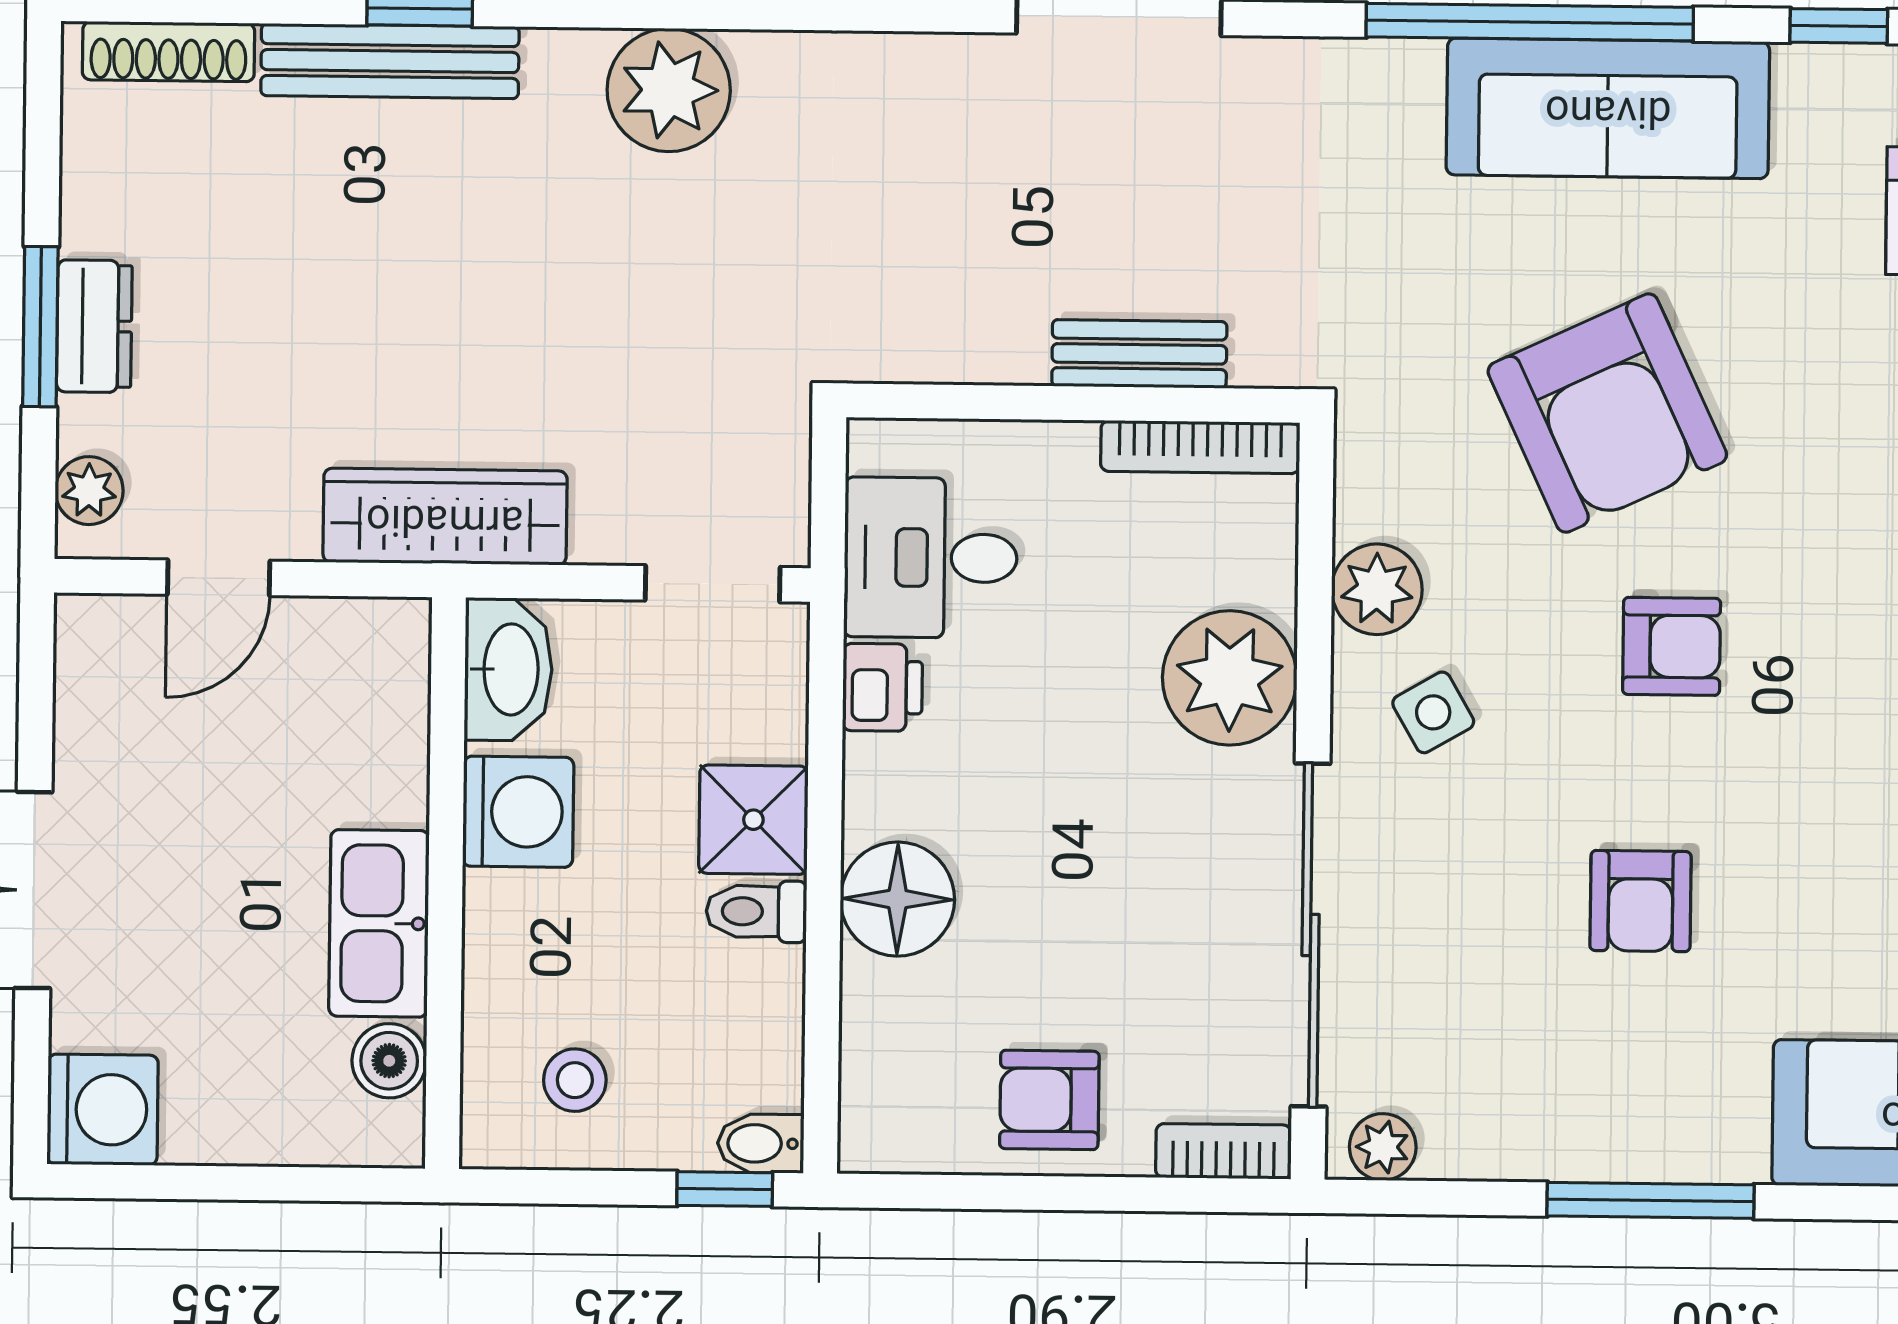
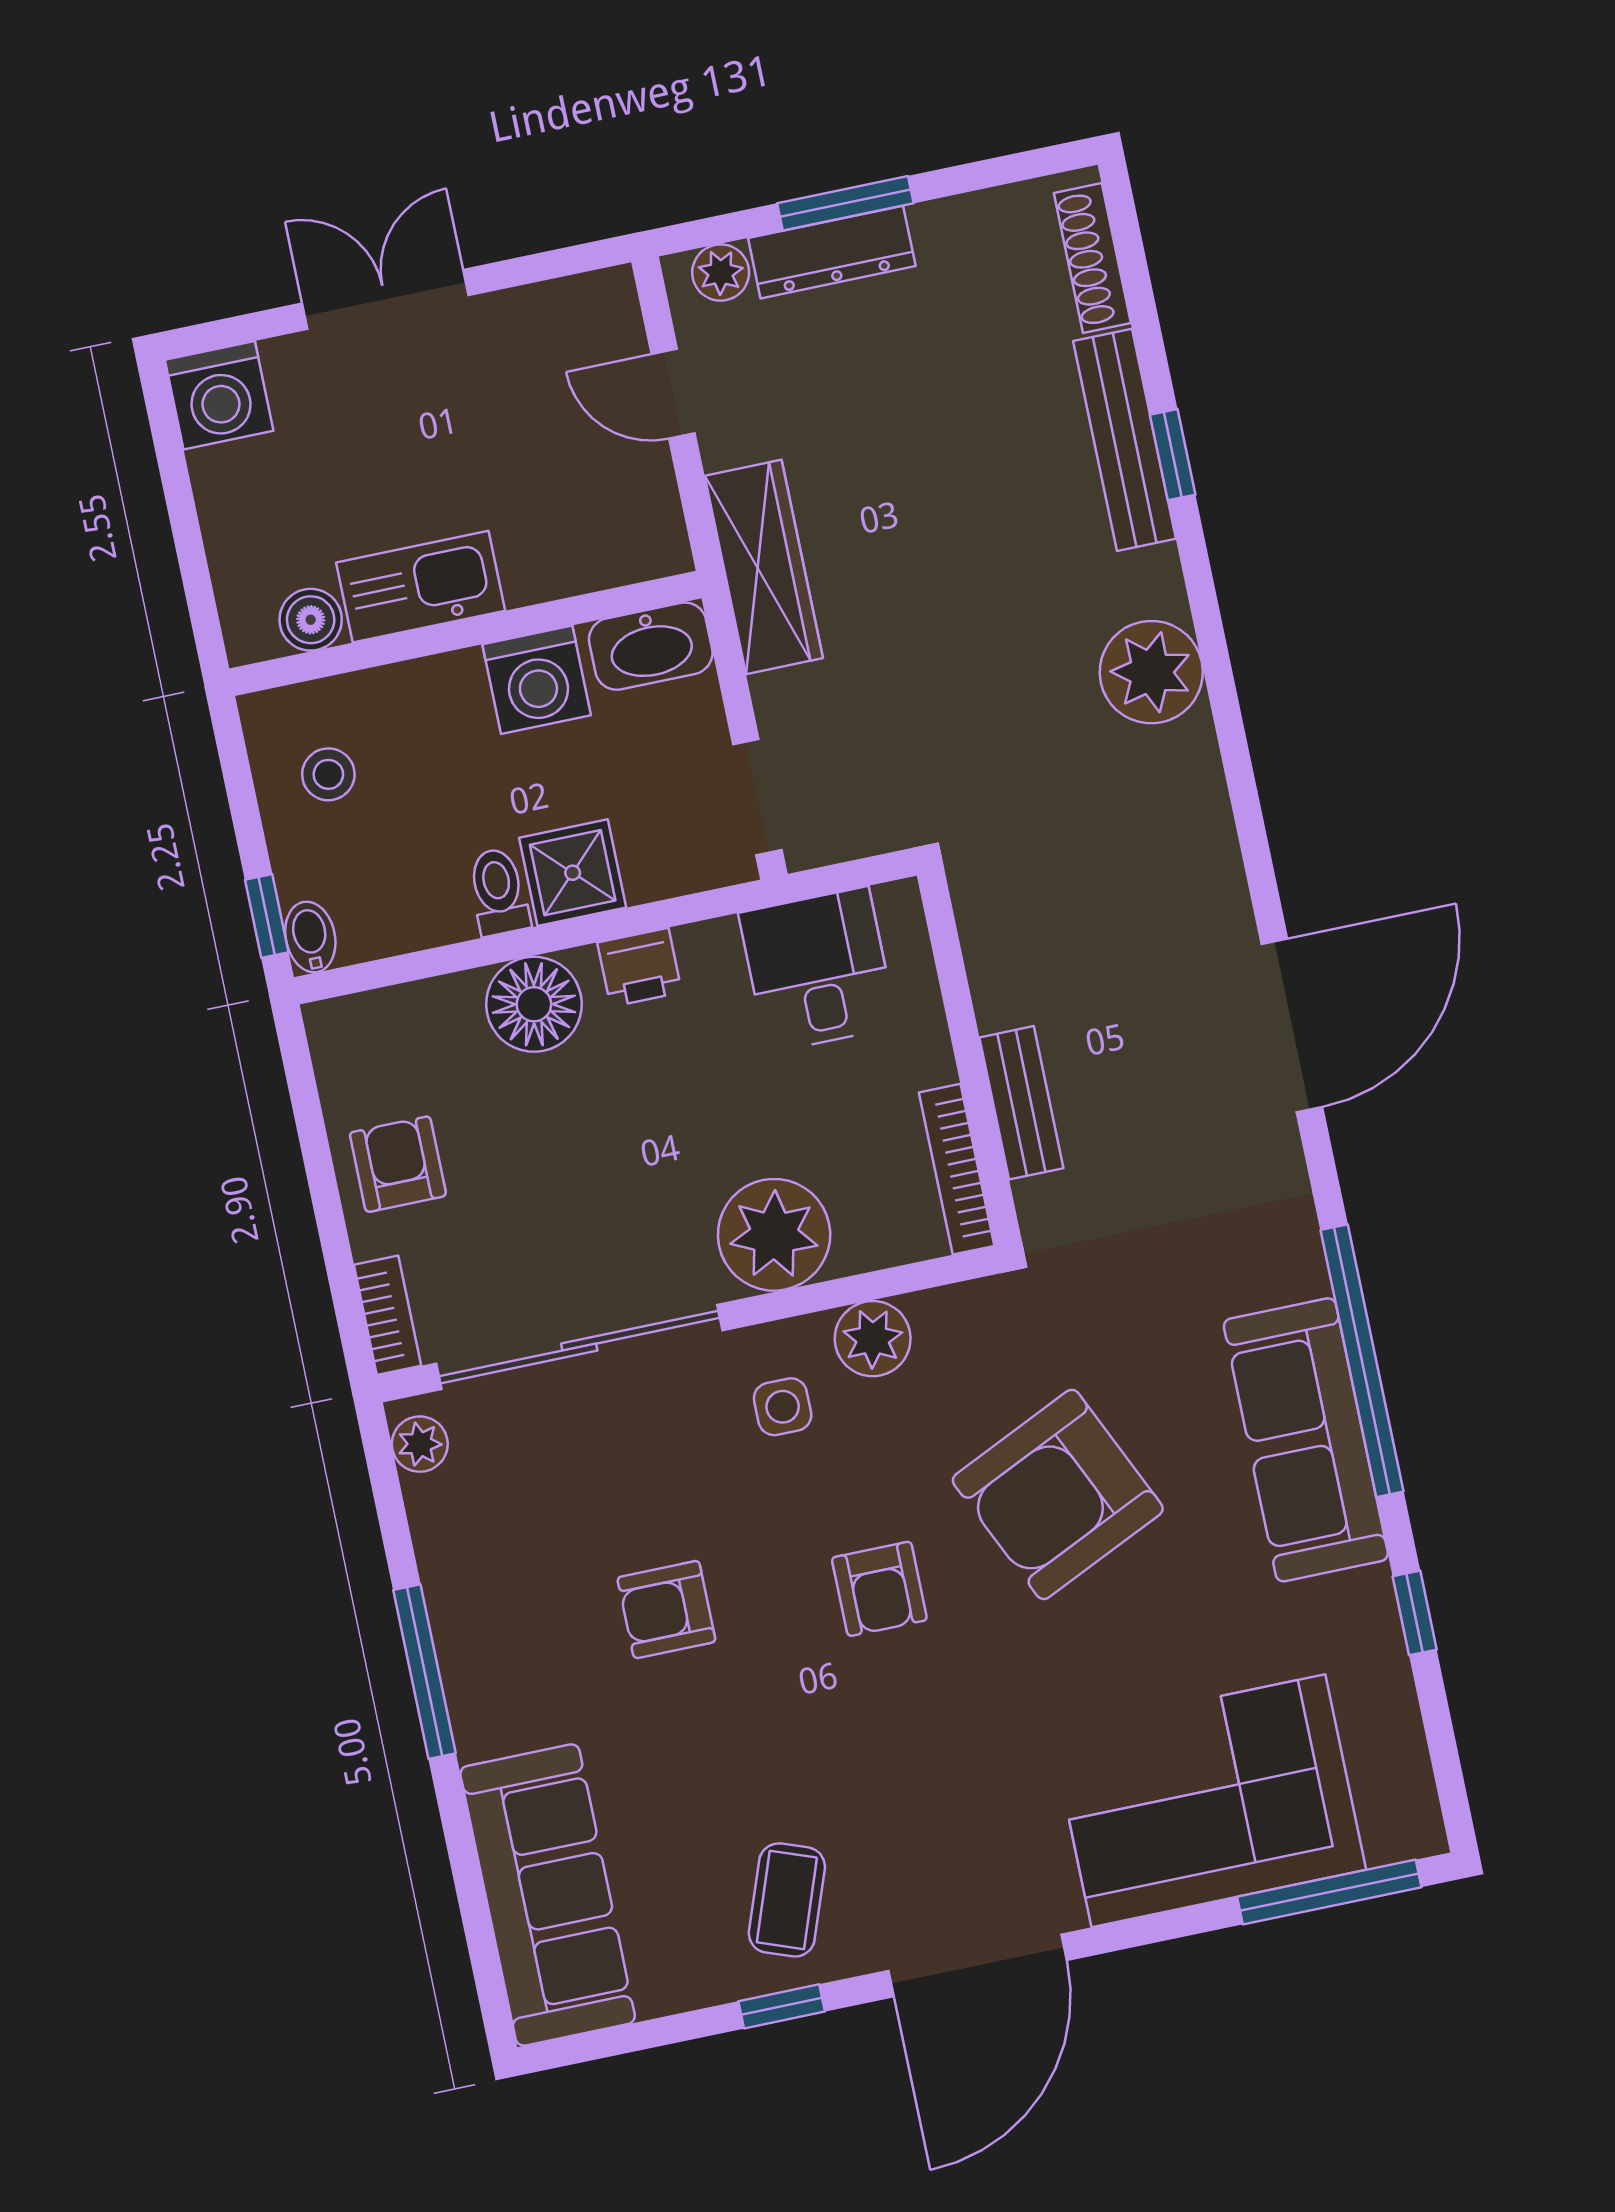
dresser: (94, 326) -> (832, 252), width x1.44
printer: (883, 687) -> (640, 967), moved
side table: (1433, 712) -> (783, 1407), turned 30

